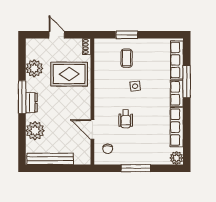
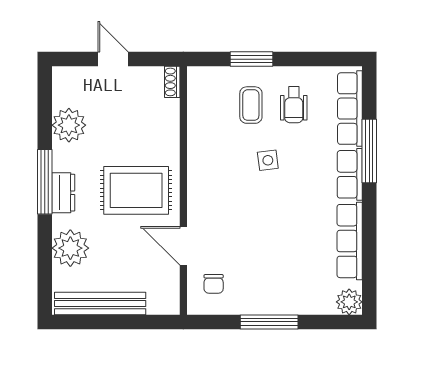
rug: (69, 74) -> (136, 190), moved
wheelchair: (126, 119) -> (294, 105), moved

